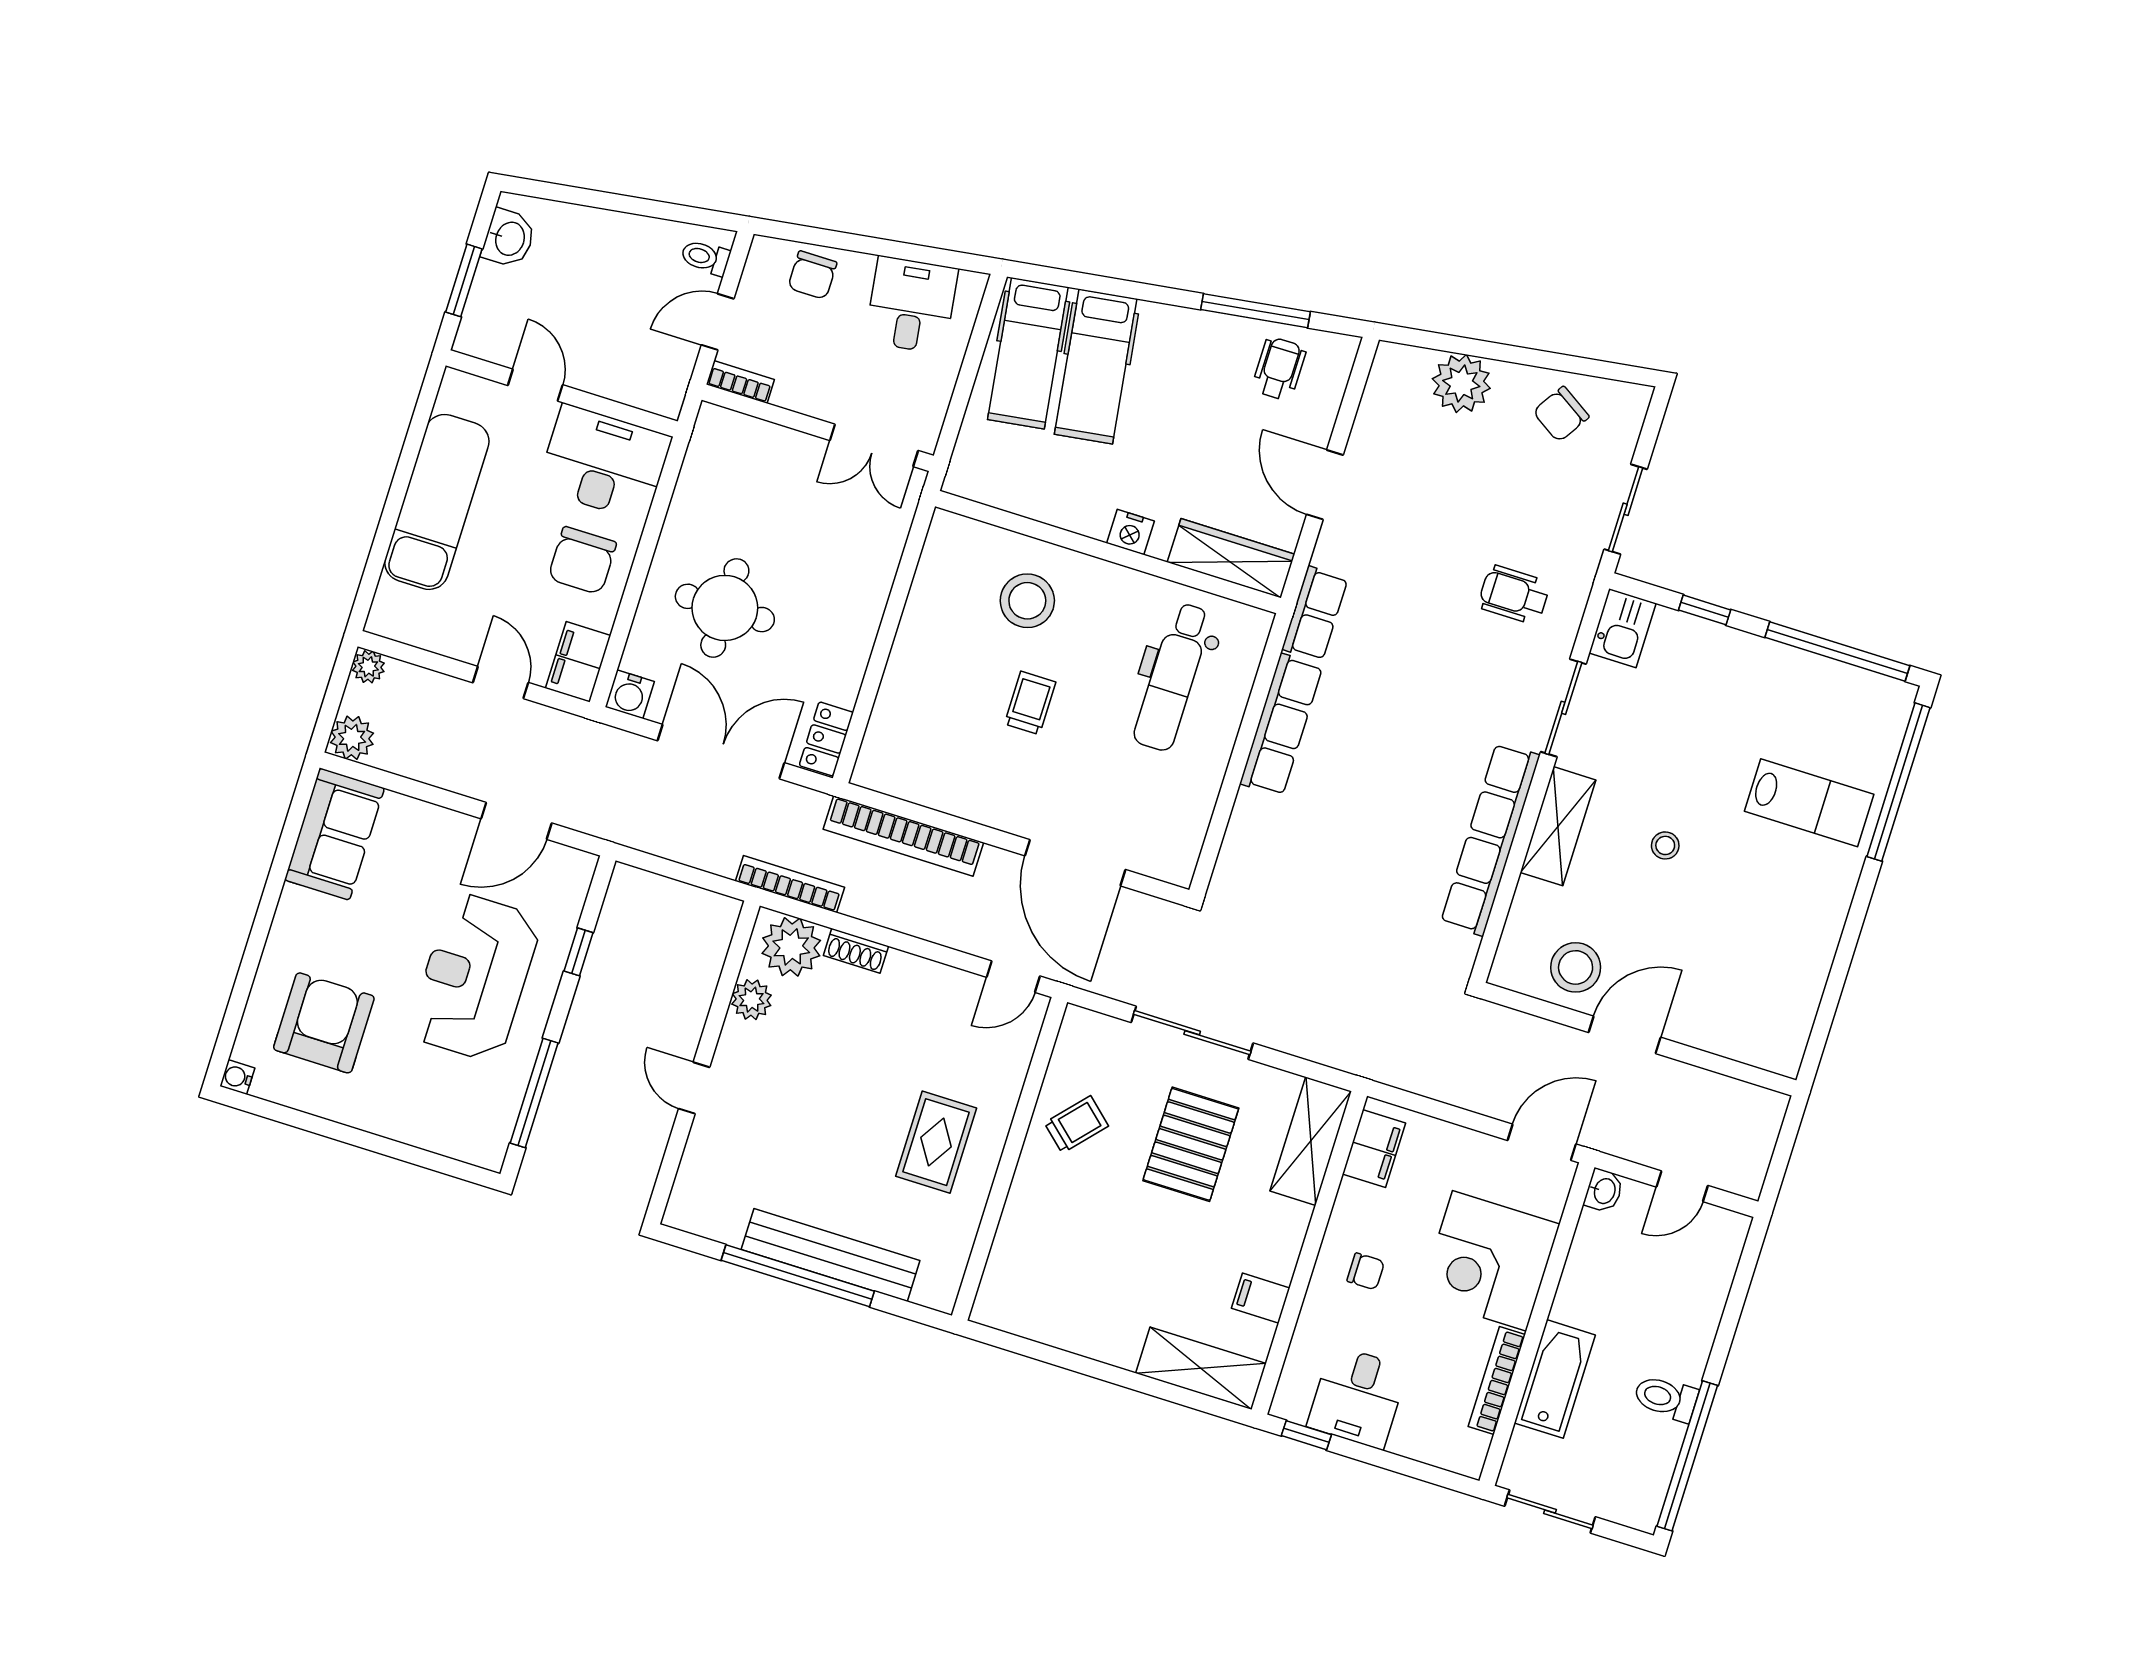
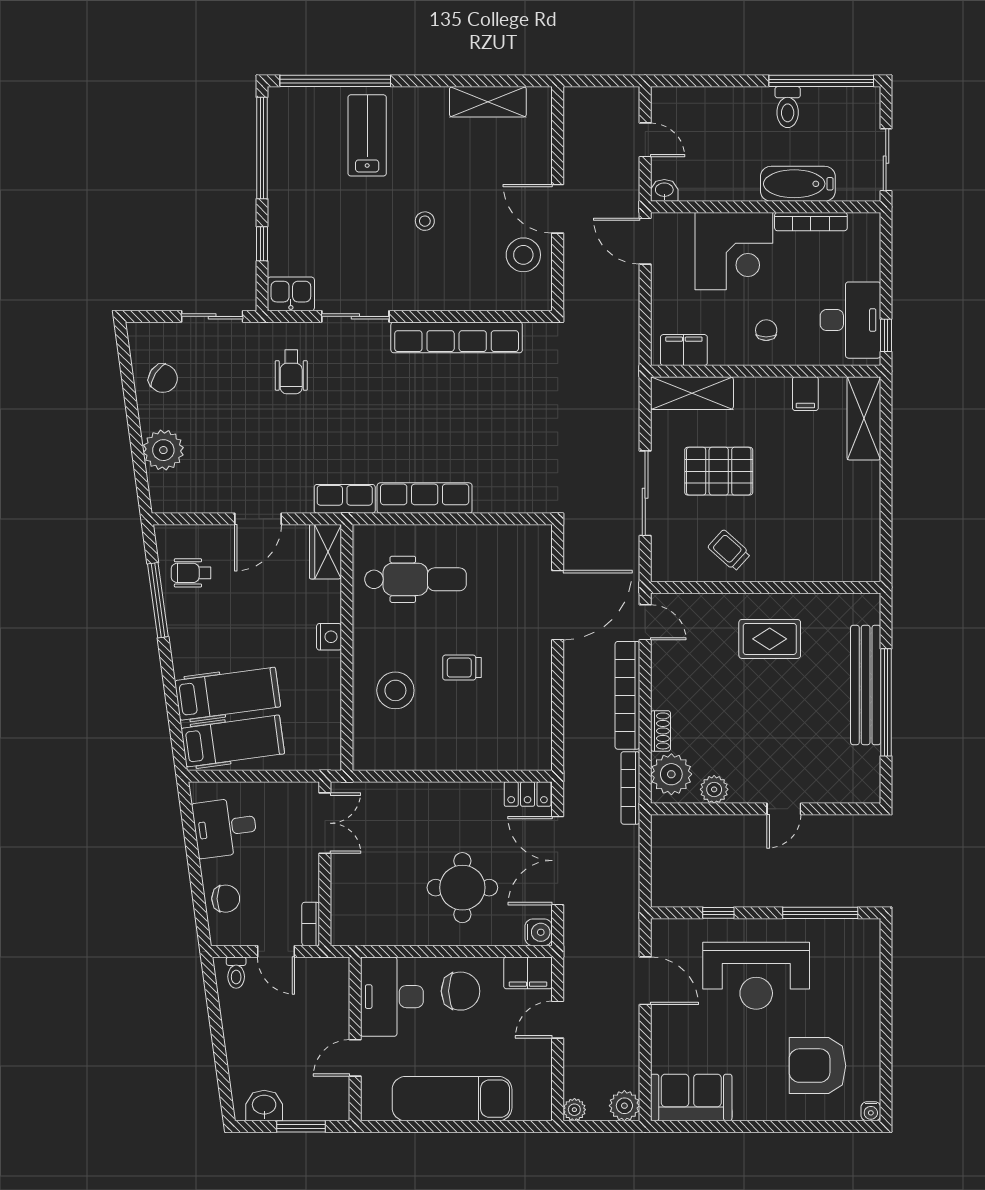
wardrobe: (1231, 558) -> (325, 552), width x0.67
shelving: (1558, 826) -> (488, 102), moved
bookcase: (903, 836) -> (627, 695), moved, turned 180
desk: (1358, 1397) -> (850, 320), width x1.37

